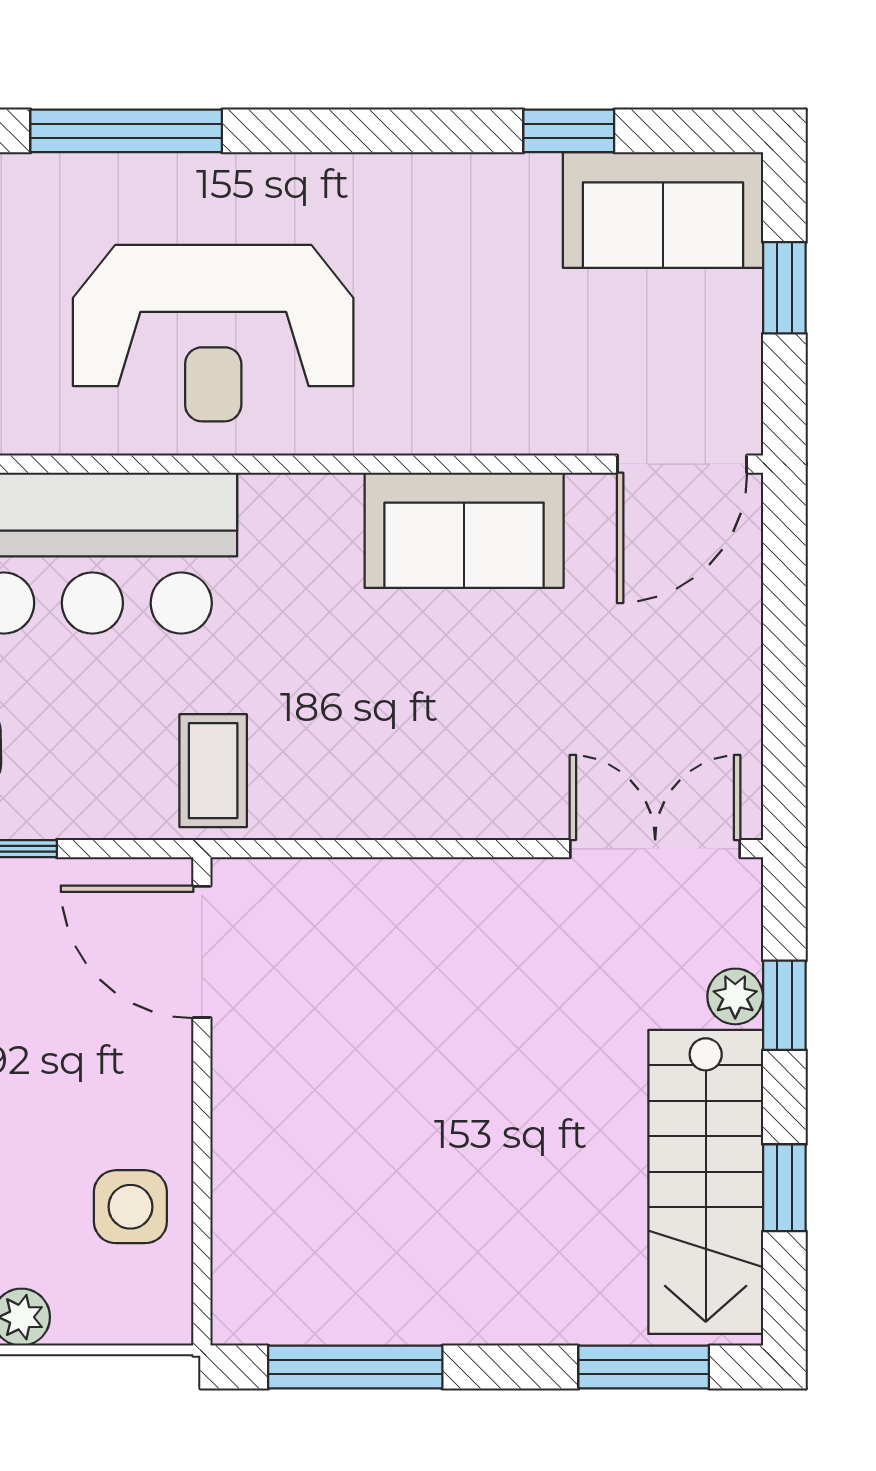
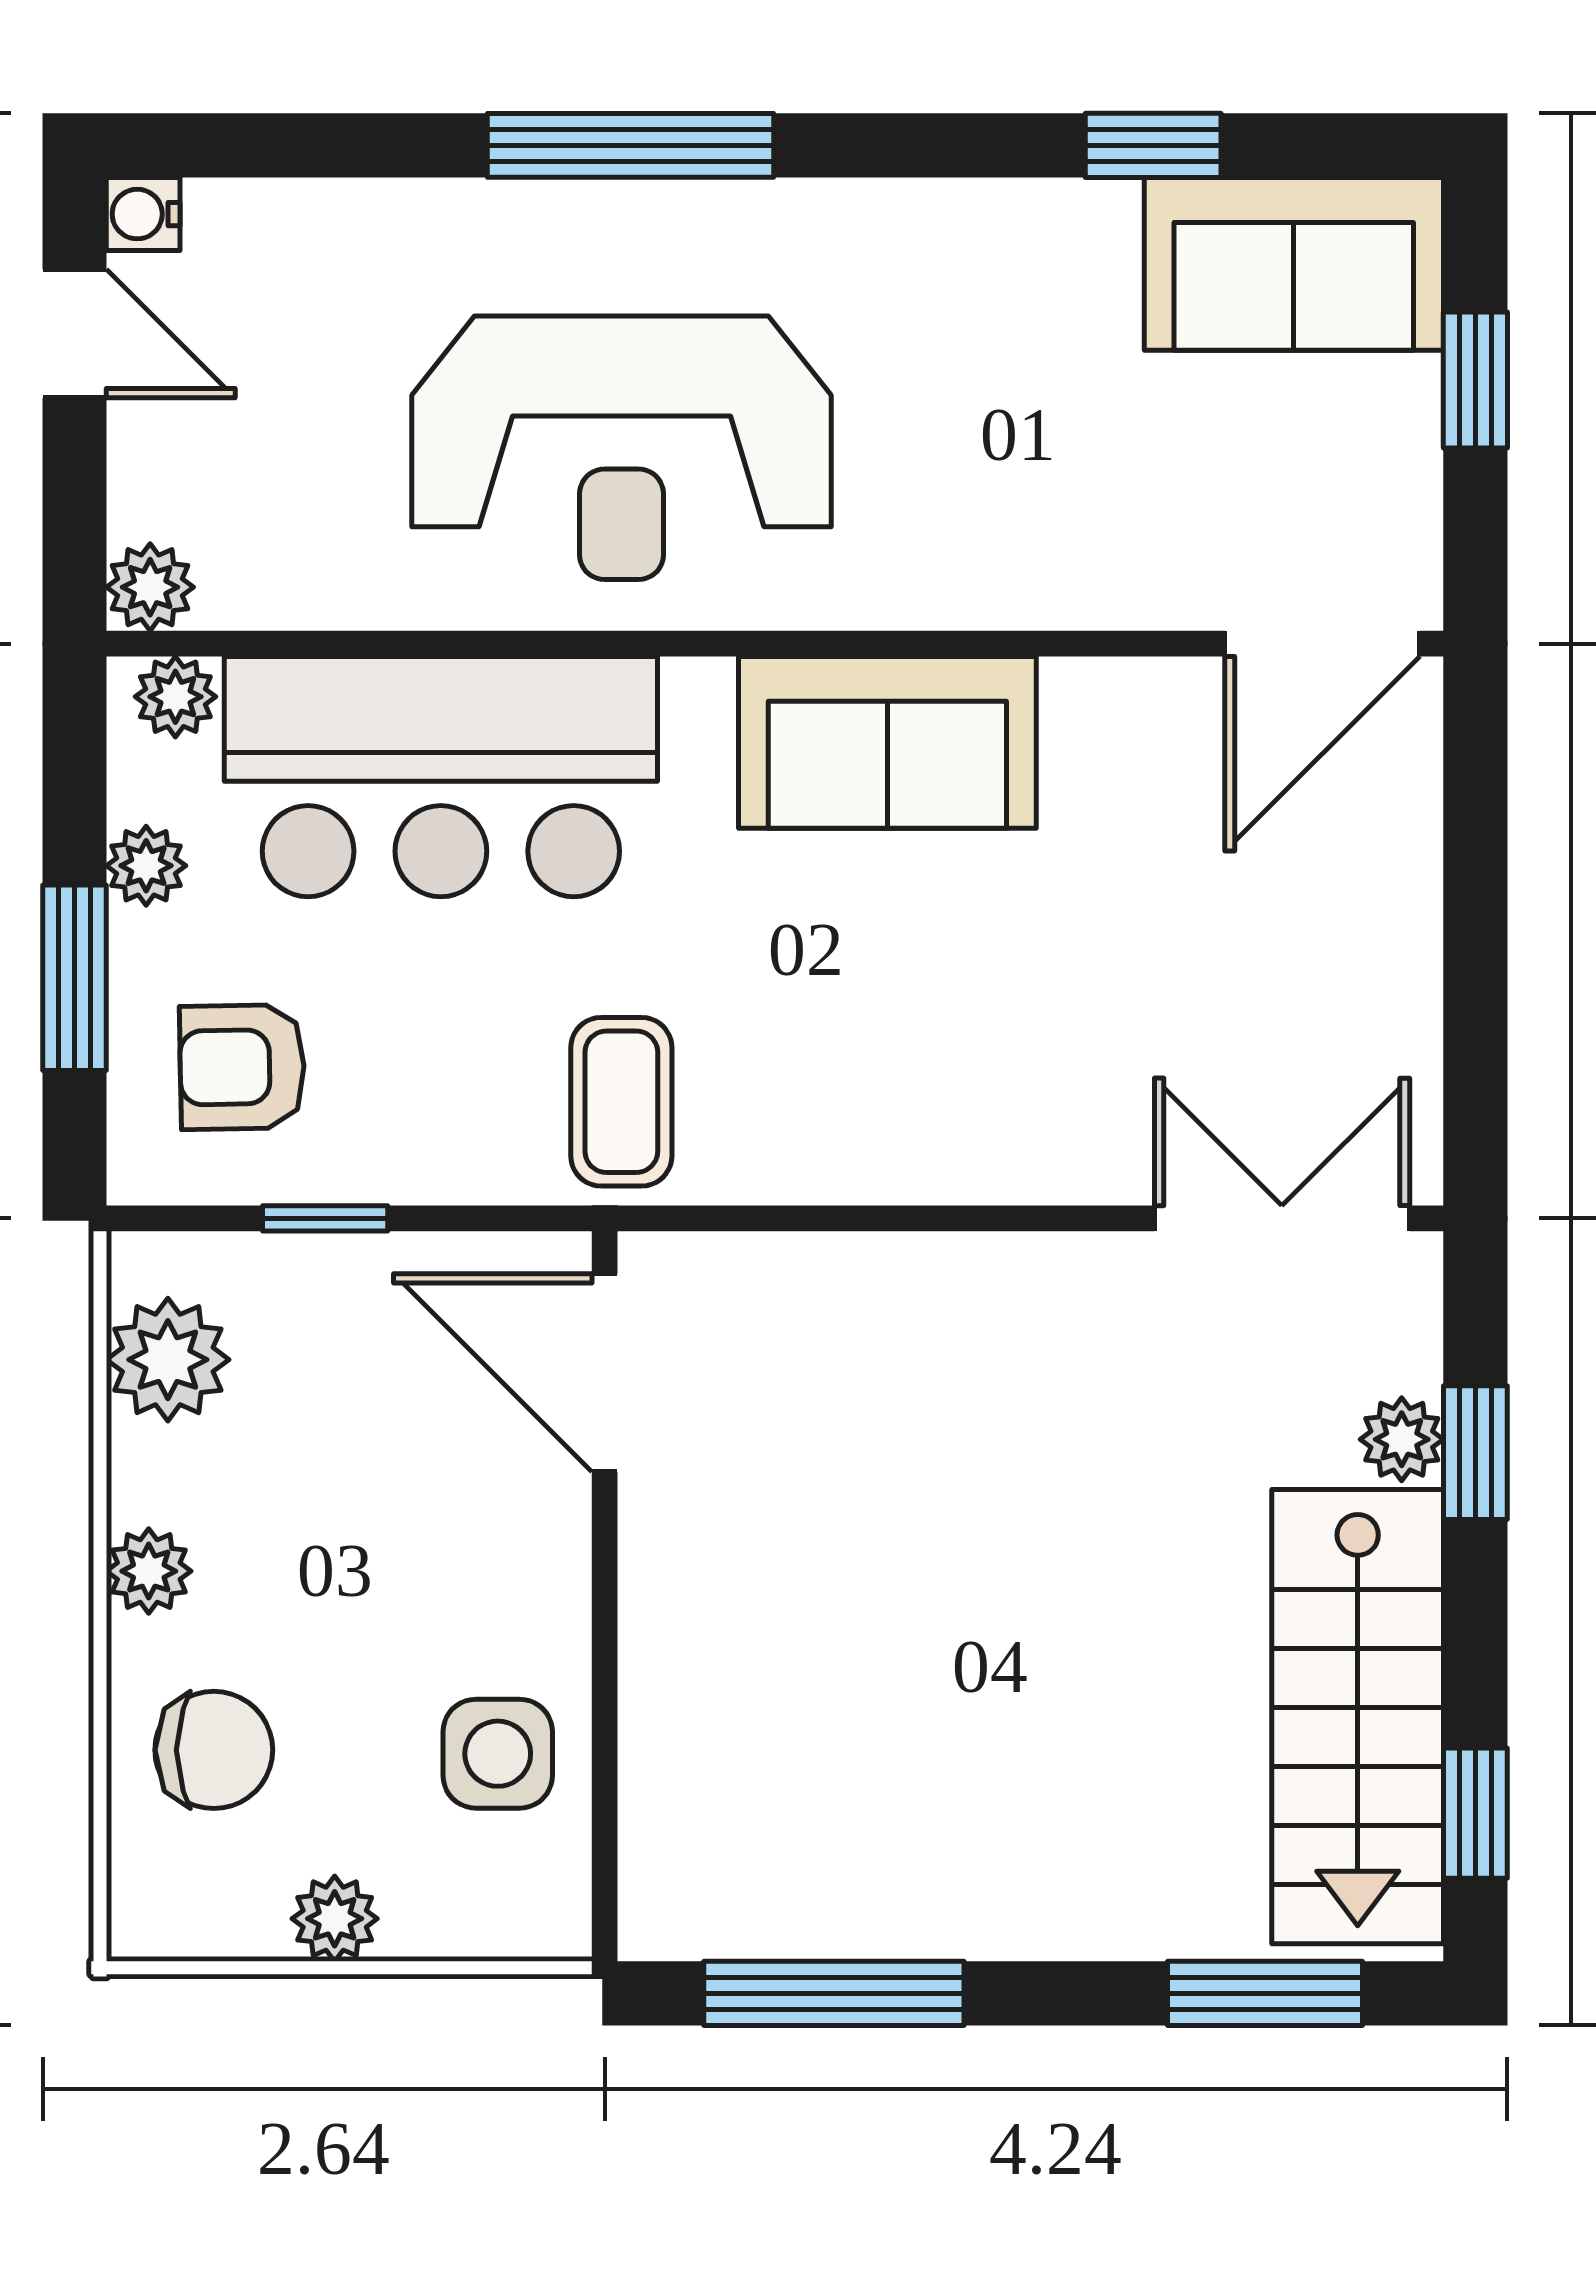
window: (126, 131) -> (631, 145), moved
sofa: (464, 530) -> (887, 742), moved
window: (784, 1188) -> (1475, 1813), moved

